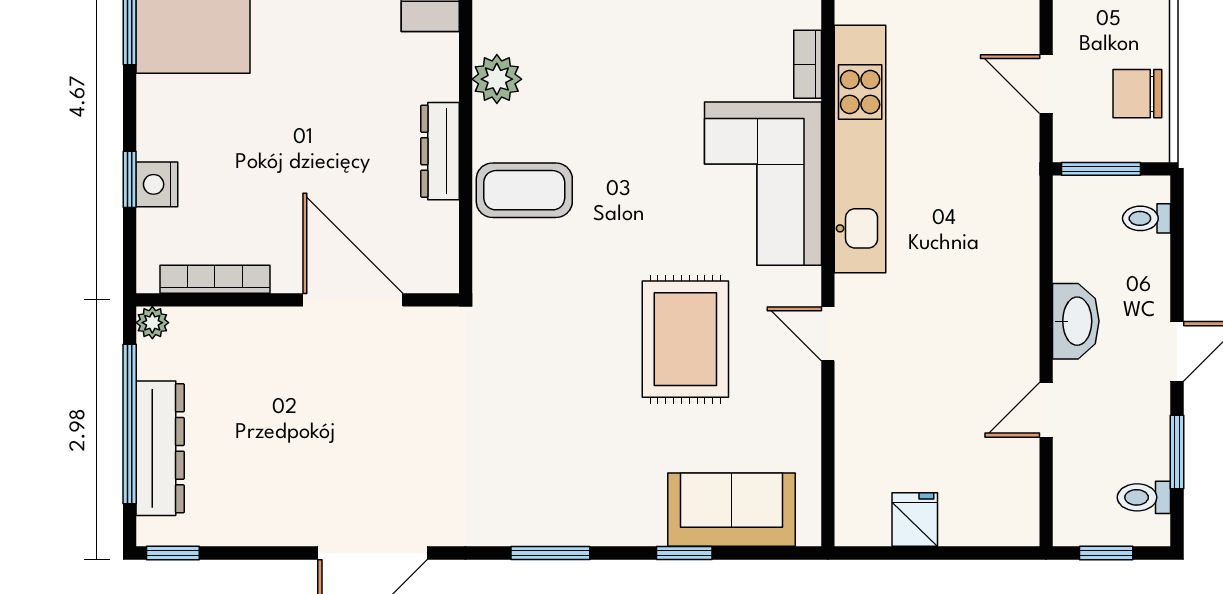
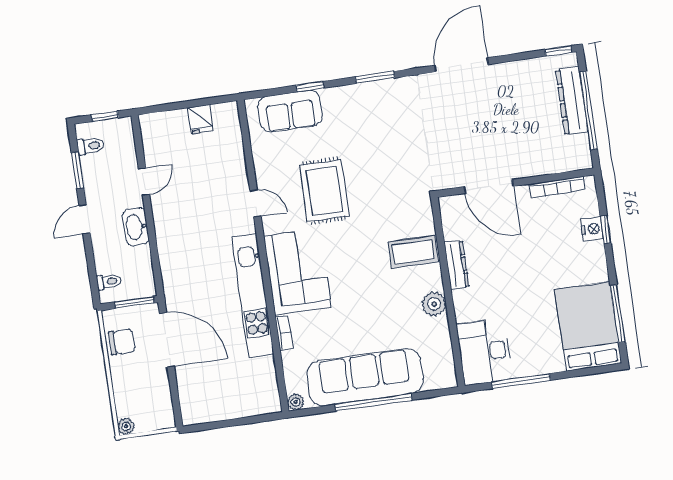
door: (1046, 84) -> (167, 340), width x1.88
plant: (152, 323) -> (584, 161), removed

